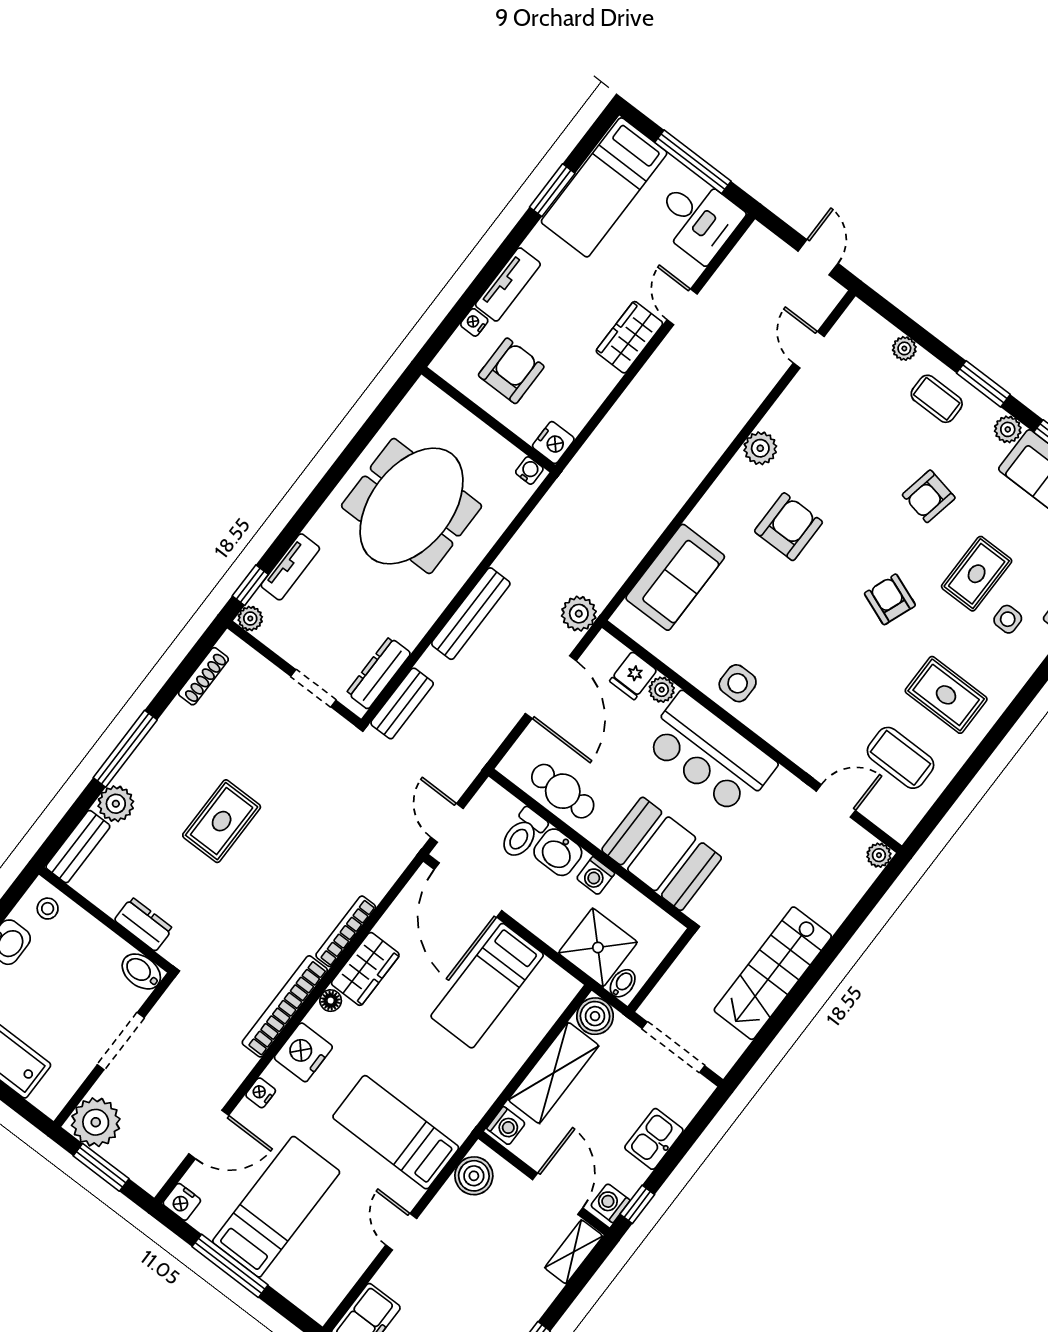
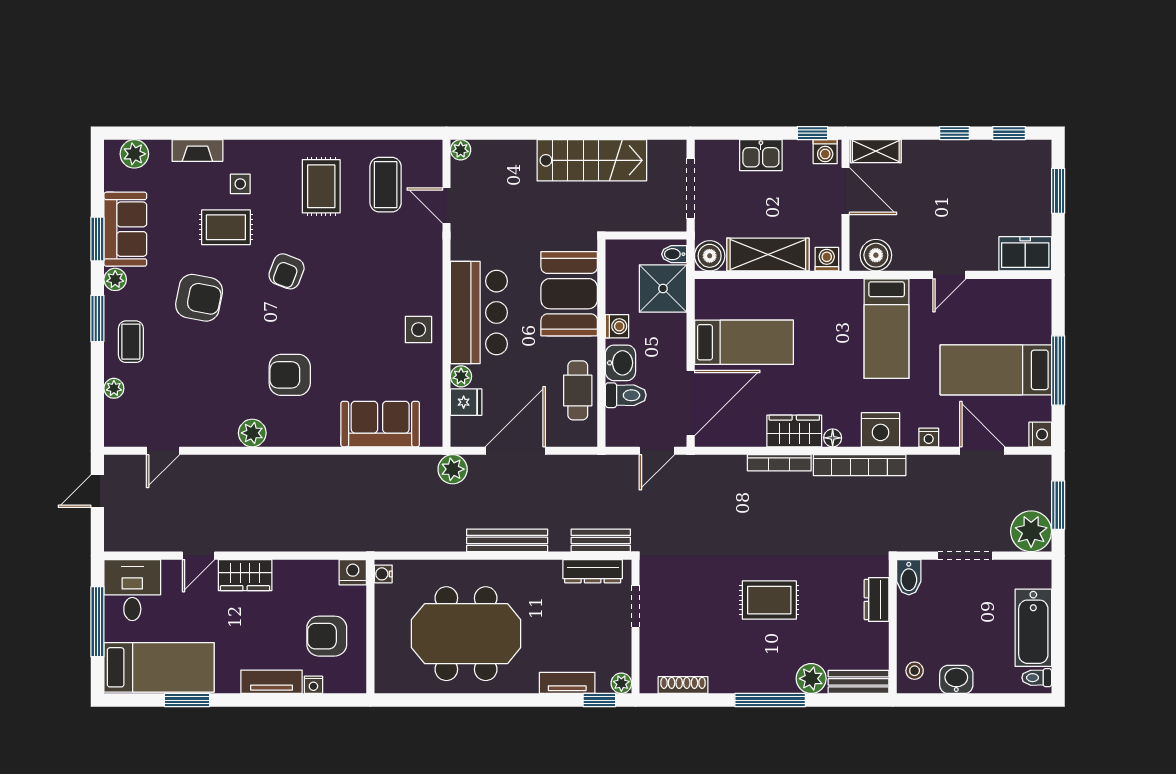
armchair: (929, 496) -> (199, 298), width x1.38, depth x1.38
door: (558, 1194) -> (845, 191), swing flipped

